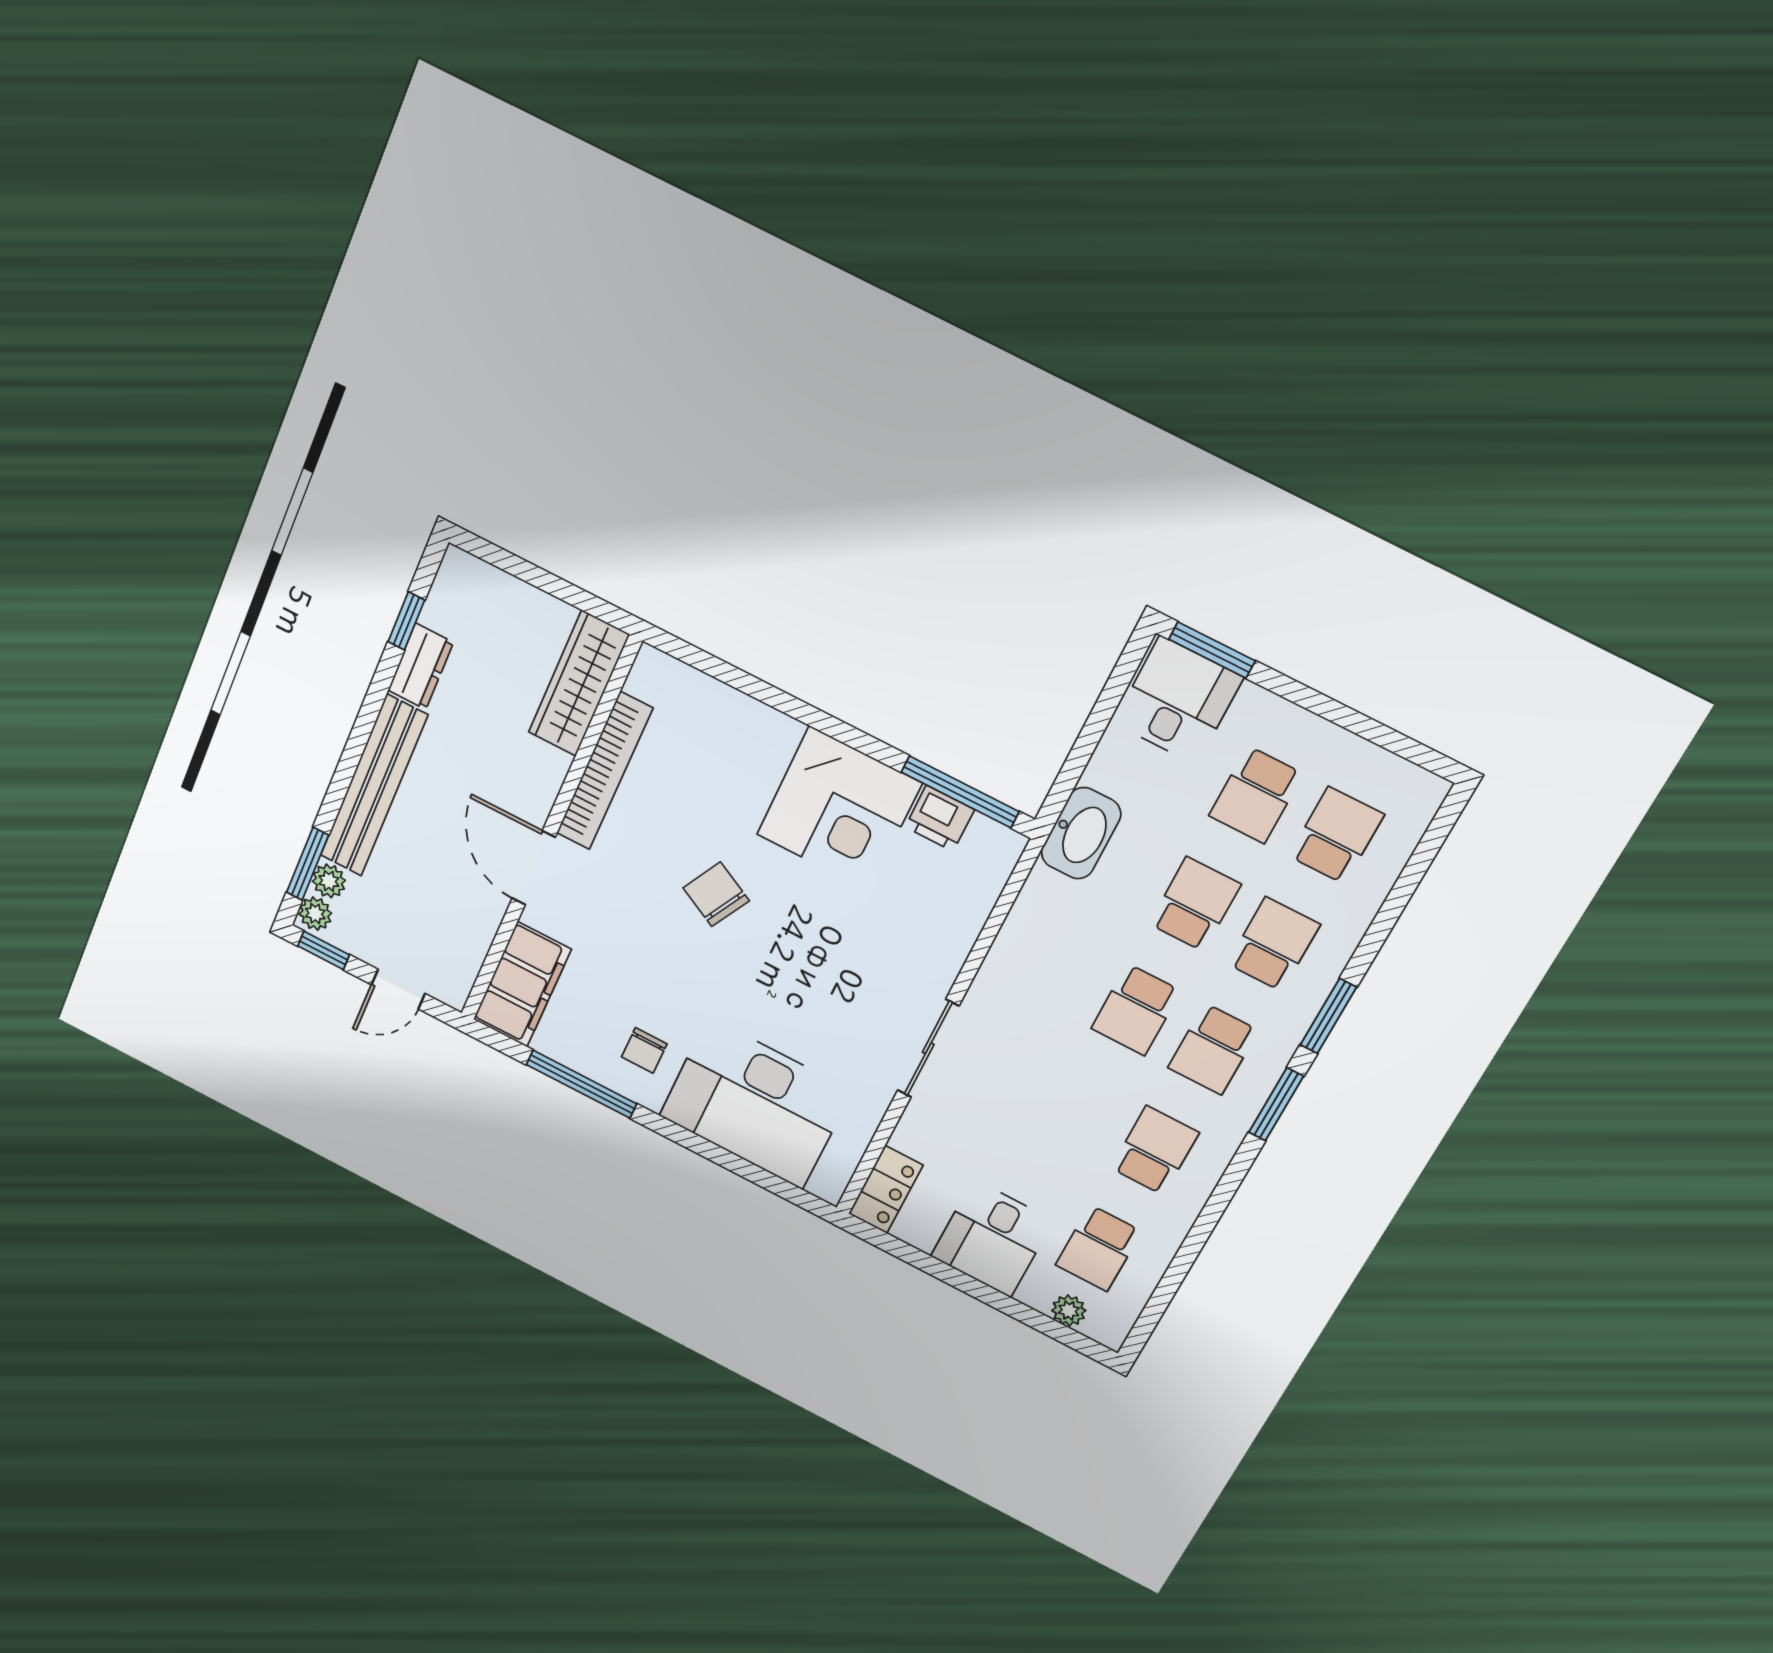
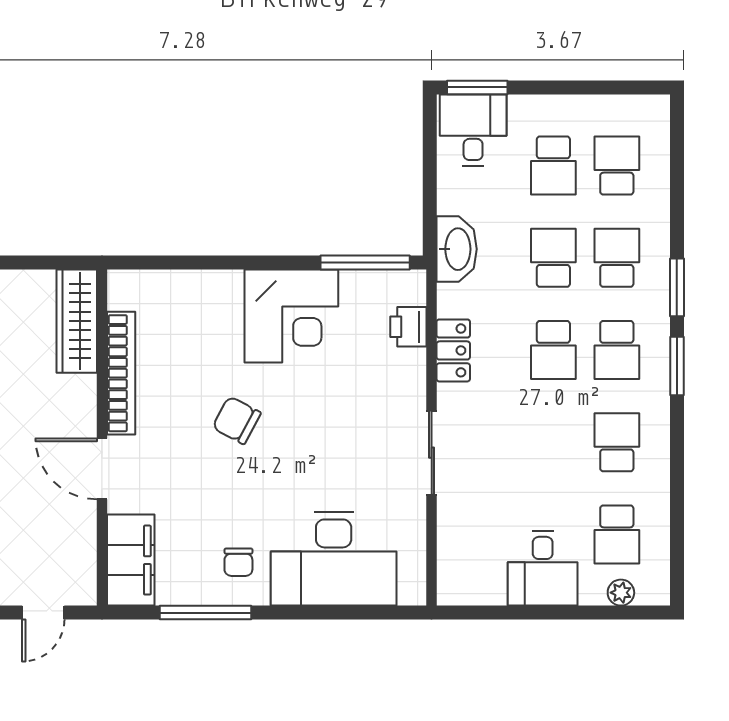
printer: (940, 818) -> (408, 327), moved, turned 90
locker: (886, 1190) -> (453, 350), moved

